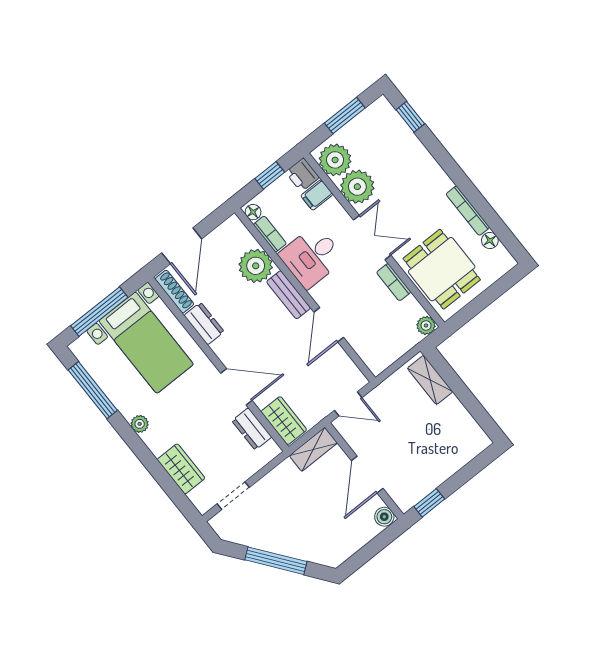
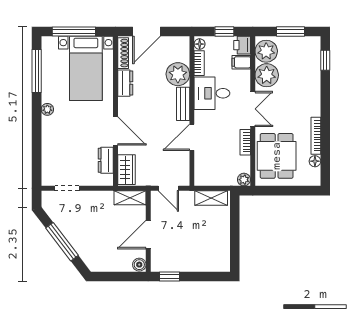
shelving: (430, 380) -> (211, 198), moved, turned 90
wardrobe: (181, 469) -> (50, 151), removed

